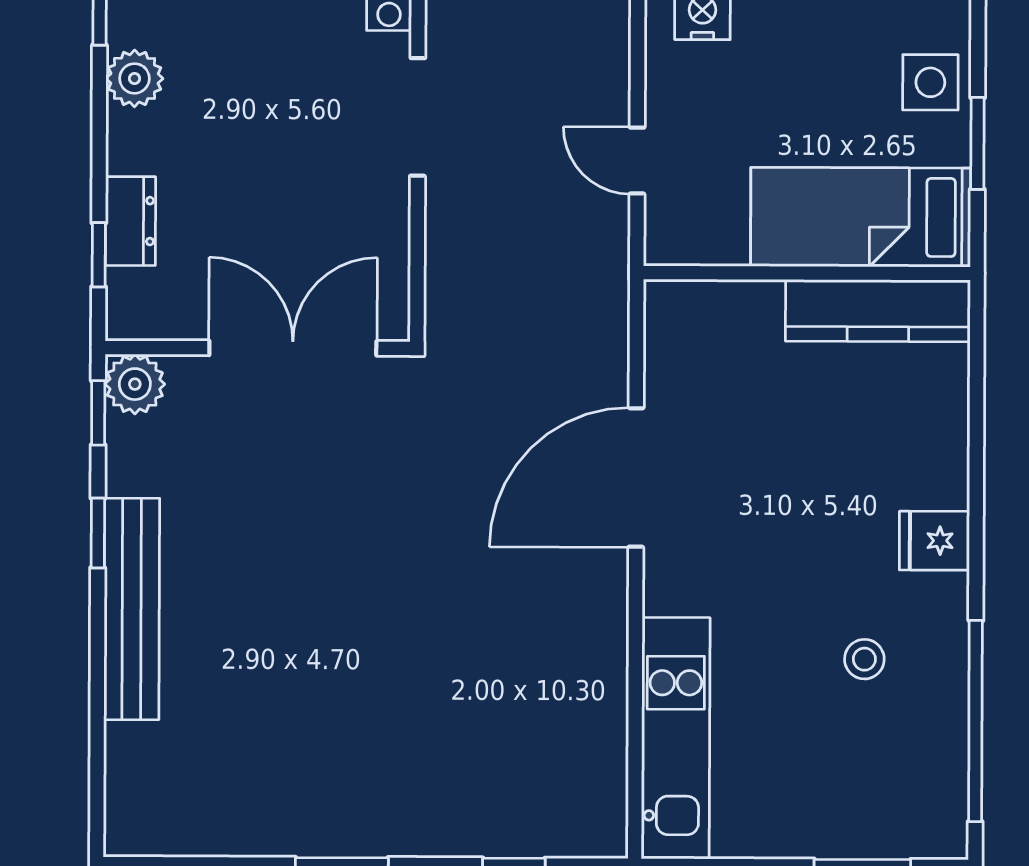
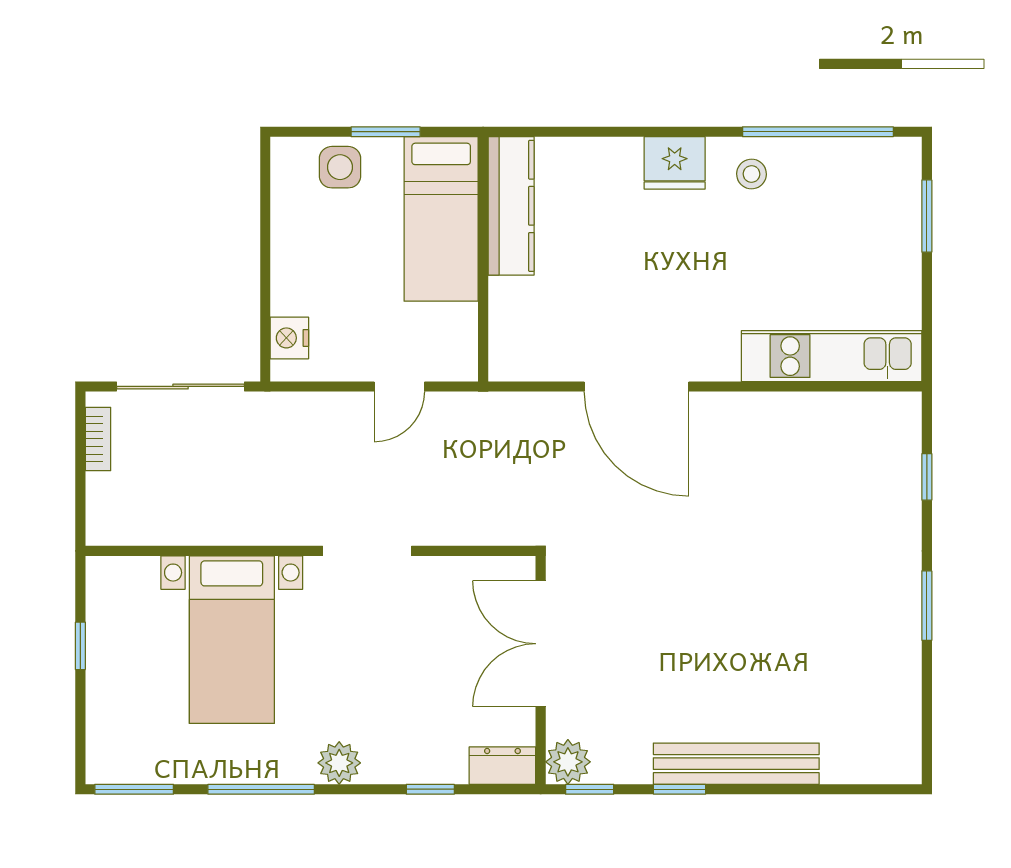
dresser: (130, 221) -> (502, 766), moved
window: (99, 255) -> (430, 789), moved
fridge: (934, 541) -> (675, 163), width x1.38
stool: (864, 659) -> (752, 174), moved

